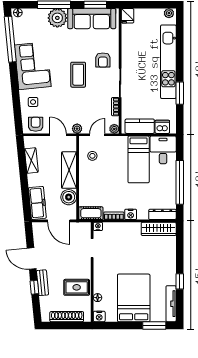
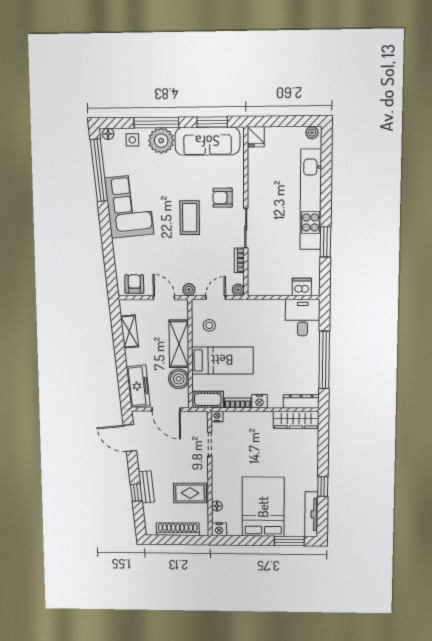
armchair: (103, 60) -> (223, 198), turned 90
side table: (33, 102) -> (132, 140), moved
kitchen counter: (140, 126) -> (272, 286), removed
bed: (139, 159) -> (222, 360), moved, turned -90
door: (32, 258) -> (130, 438), moved

